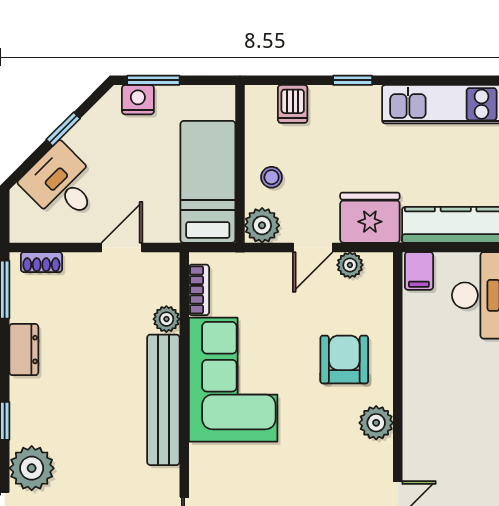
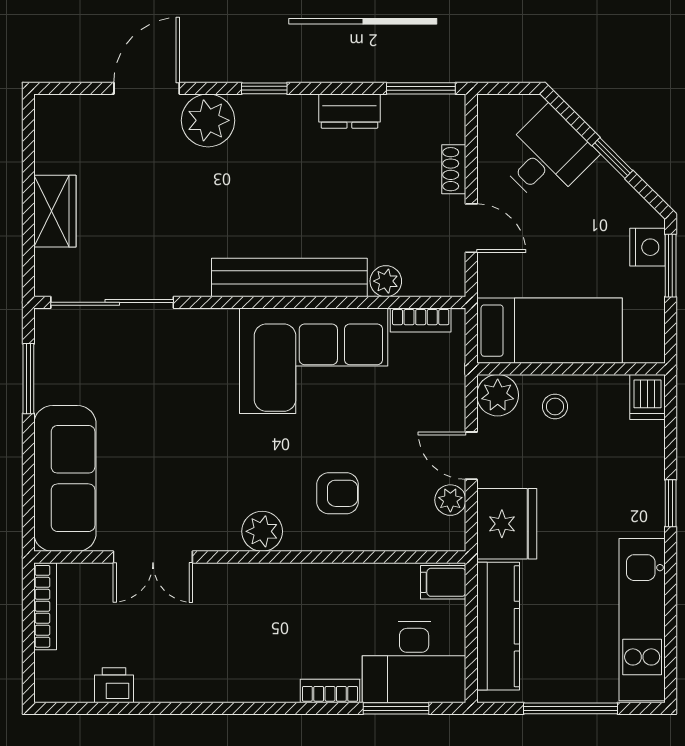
dishwasher: (293, 104) -> (647, 397), moved, turned -90
shoe rack: (41, 262) -> (454, 169), moved
armchair: (344, 360) -> (338, 493), width x0.72, depth x0.72

